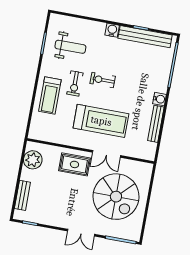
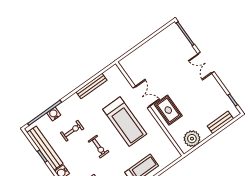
exercise bike: (75, 84) -> (72, 131), moved
water cooler: (160, 99) -> (54, 114), moved
treadmill: (101, 121) -> (125, 122), turned 180
spiral stairs: (116, 197) -> (162, 64), removed
double door: (81, 233) -> (206, 63), swing flipped

